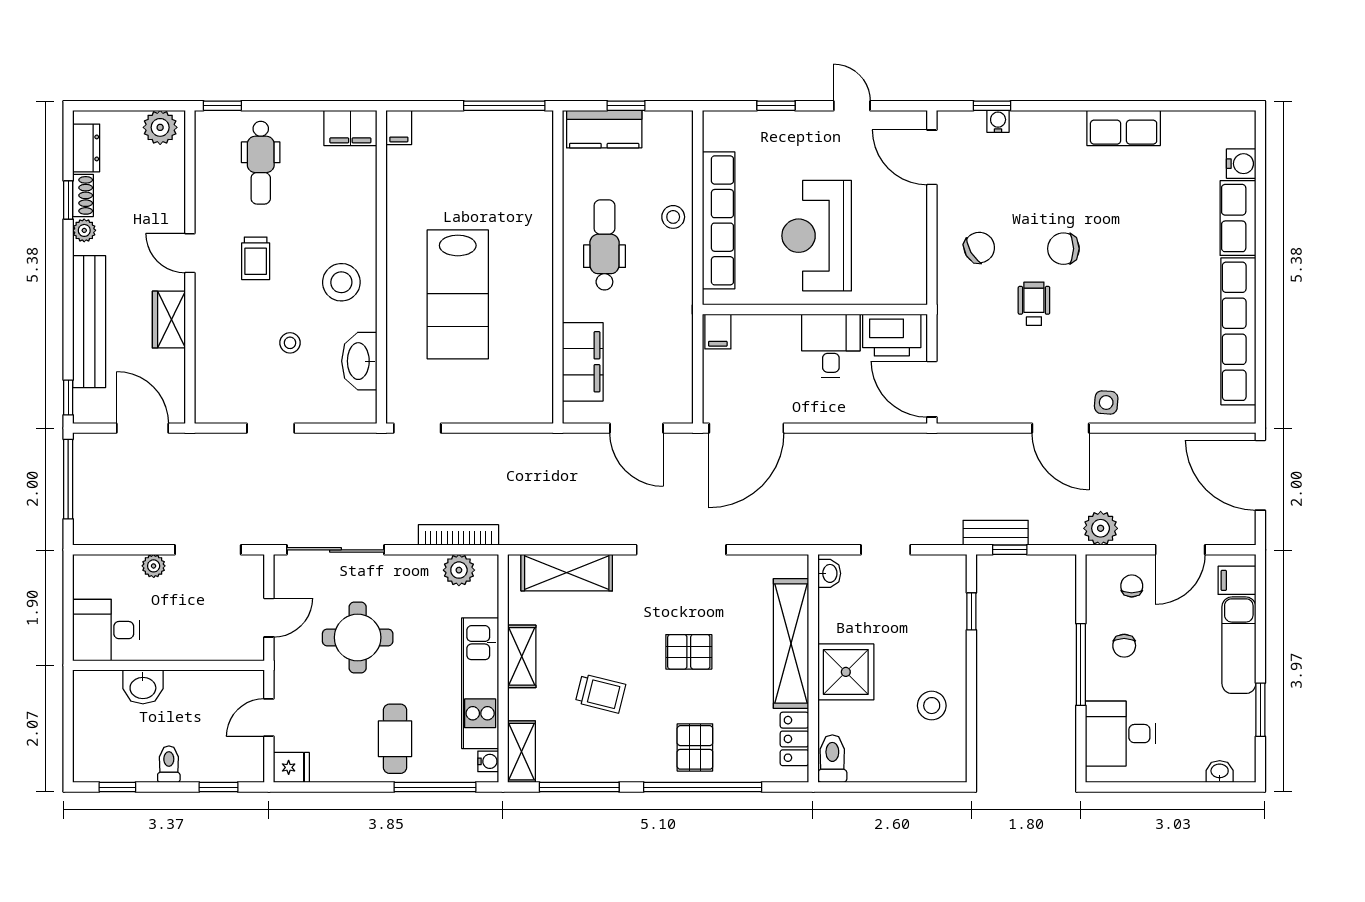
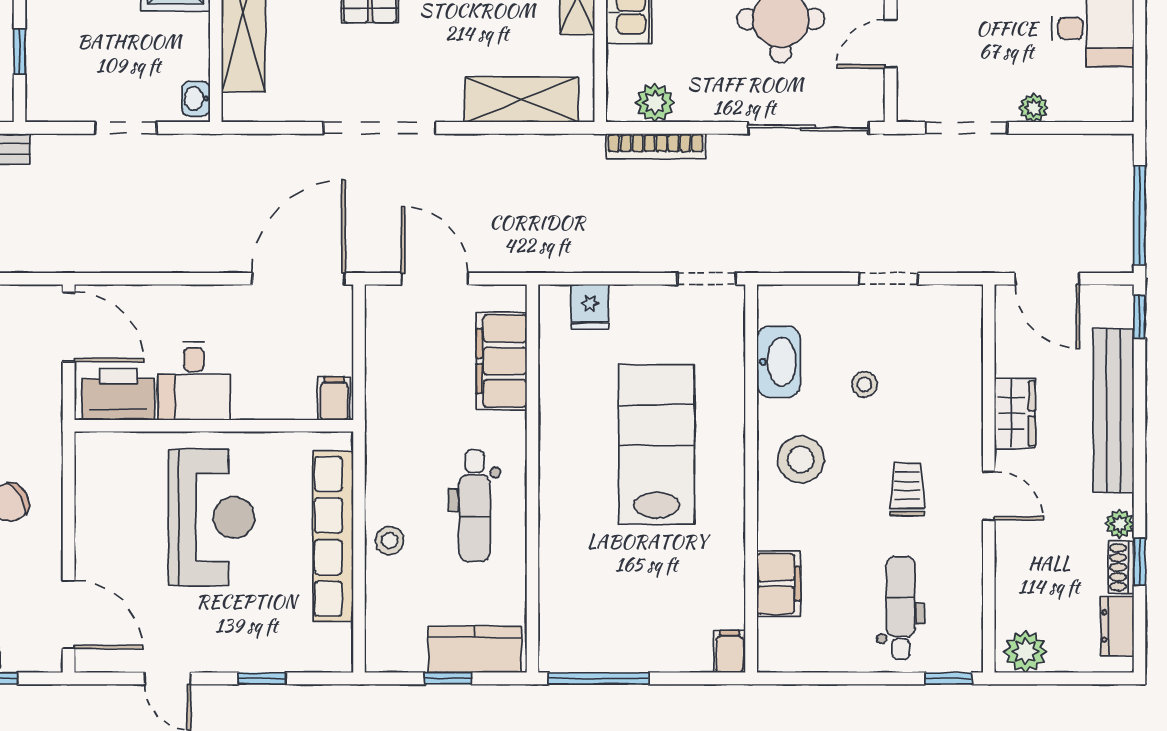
filing cabinet: (350, 128) -> (779, 584), moved, turned 90
fridge: (511, 405) -> (590, 307), added

